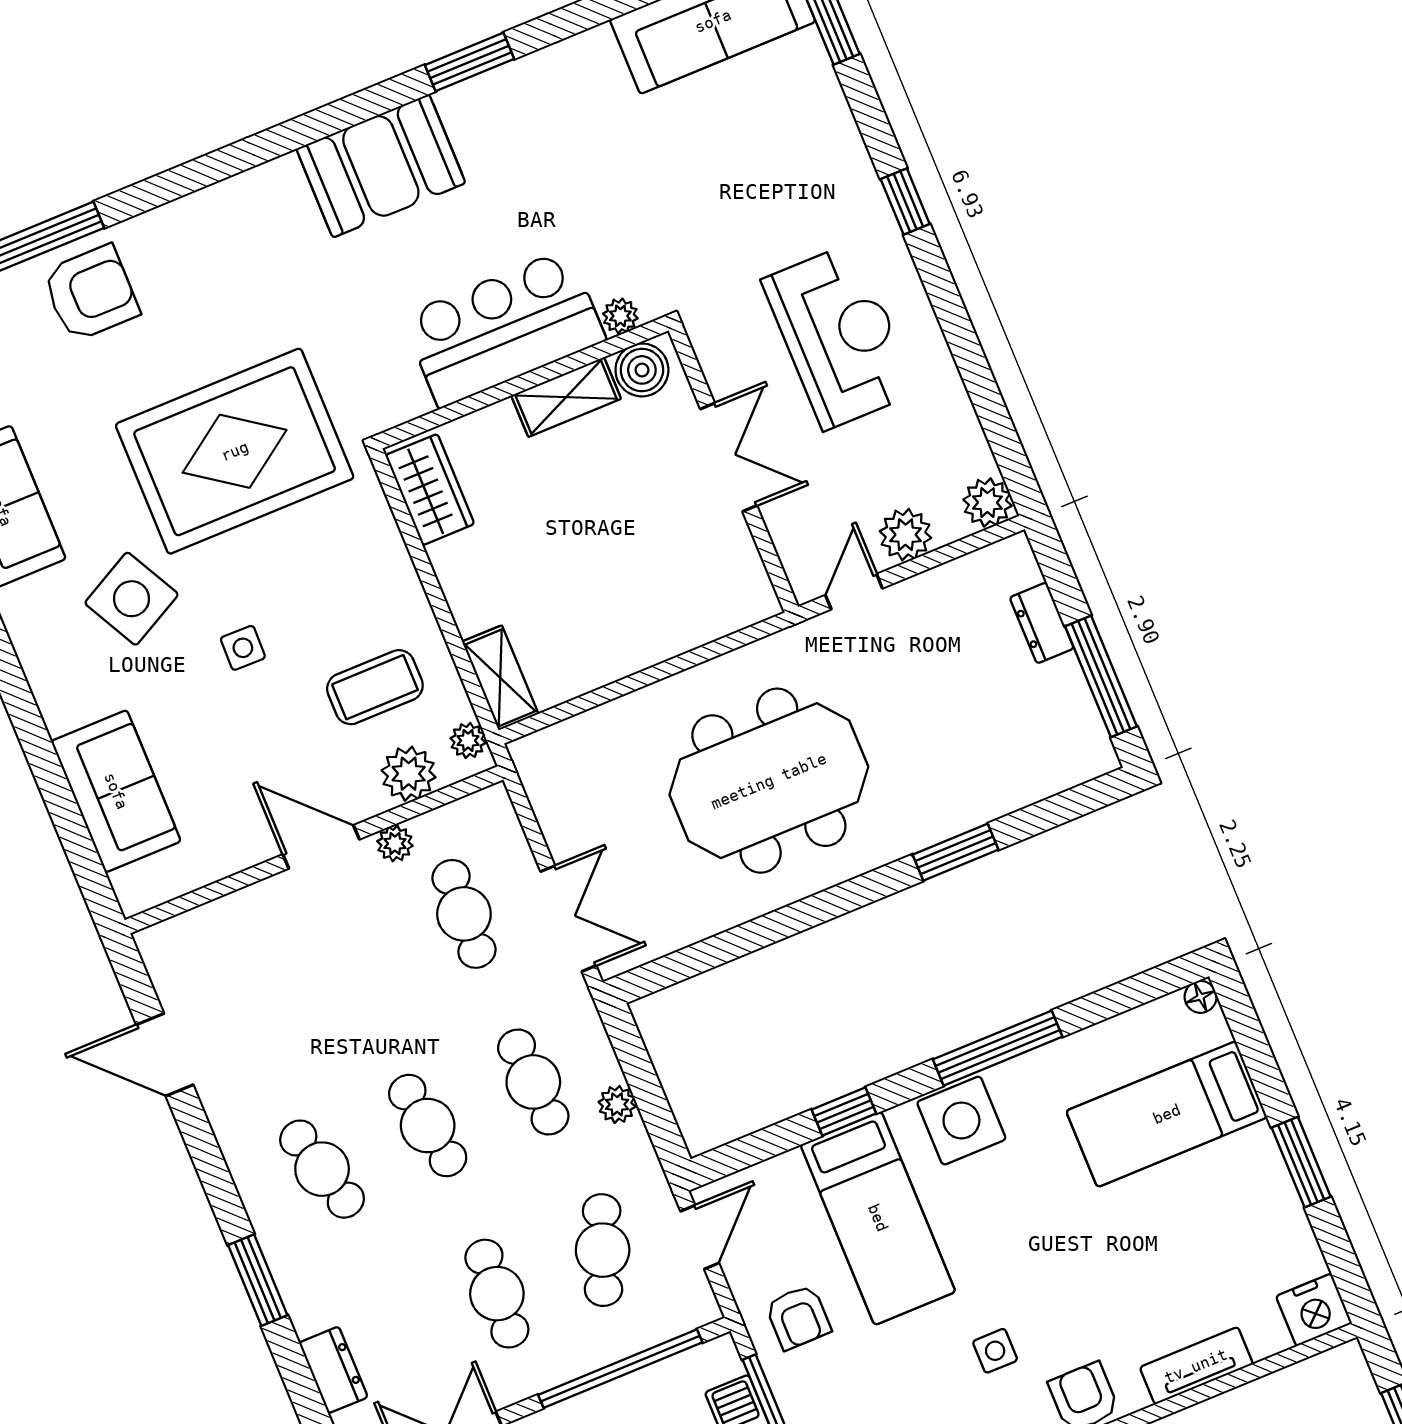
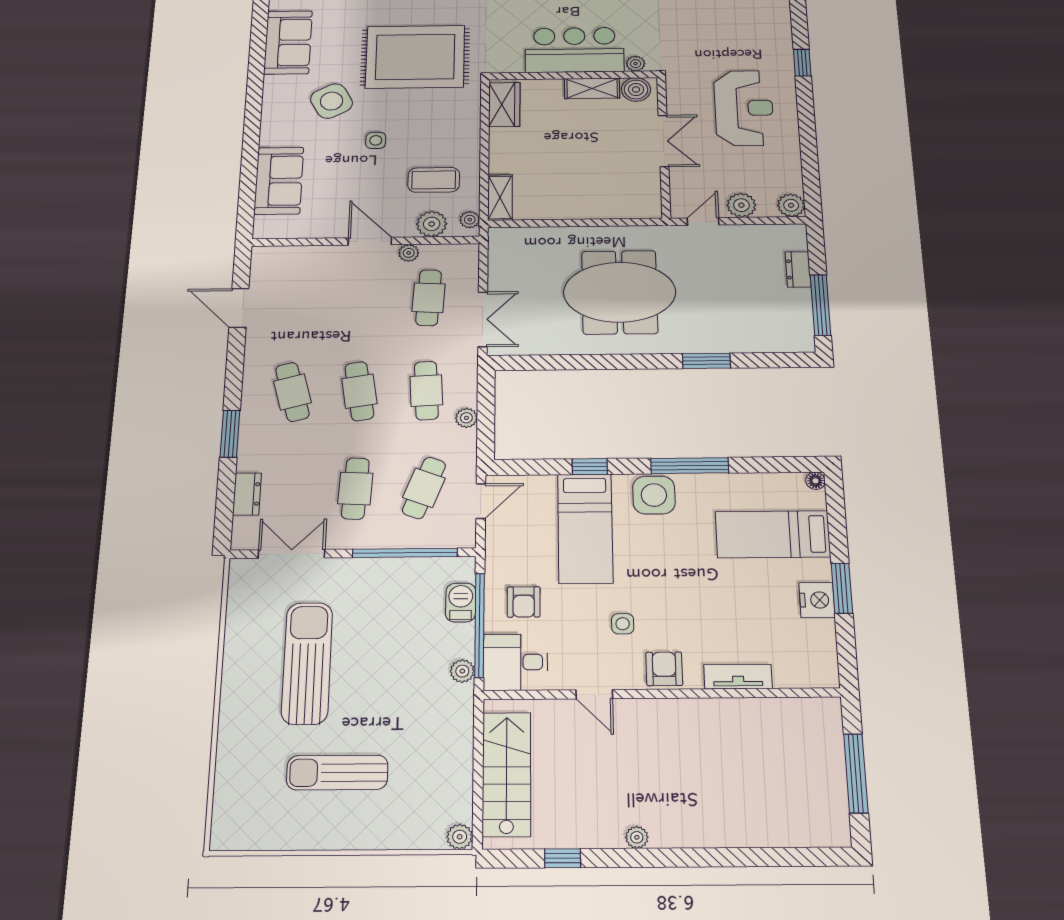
nightstand: (1314, 1310) -> (817, 600), moved, turned -90
armchair: (798, 1317) -> (524, 602), moved

